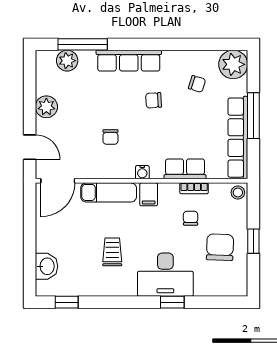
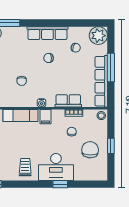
row of seats: (129, 61) -> (47, 33), moved
trolley: (112, 252) -> (25, 167), moved

